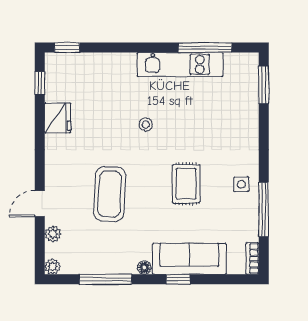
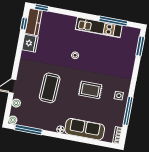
kitchen counter: (57, 77) -> (34, 22), added
rug: (186, 184) -> (90, 90), turned 90
window: (106, 279) -> (28, 130), moved
window: (178, 279) -> (77, 139), removed

